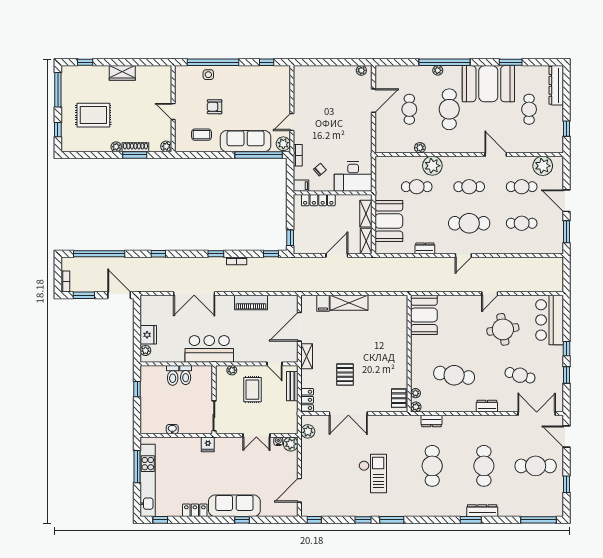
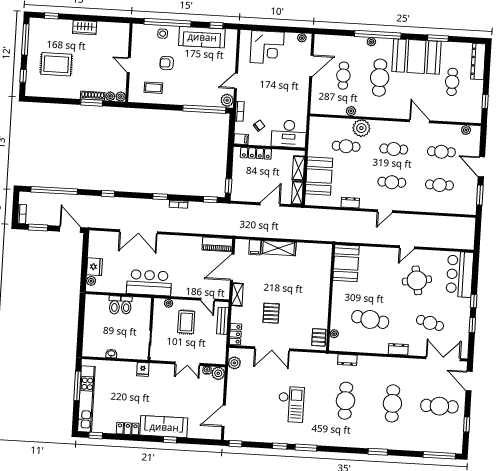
corner desk: (324, 83) -> (267, 47), added
sofa: (246, 141) -> (202, 37), moved, turned 180
plant: (116, 147) -> (110, 96), moved
plant: (543, 166) -> (466, 130), width x0.53, depth x0.53
cafe table: (469, 223) -> (392, 182), width x0.73, depth x0.74
piano: (251, 302) -> (217, 244), moved
window: (137, 389) -> (81, 315), removed
plant: (416, 407) -> (334, 346), removed
dresser: (482, 511) -> (389, 444), removed

